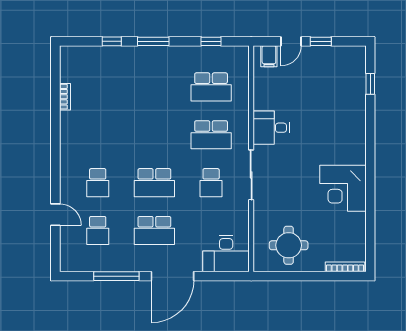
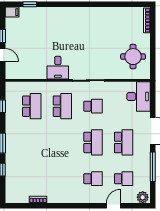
filing cabinet: (269, 56) -> (12, 12), moved
corner desk: (343, 188) -> (97, 22), removed
plant: (69, 260) -> (143, 197), added

